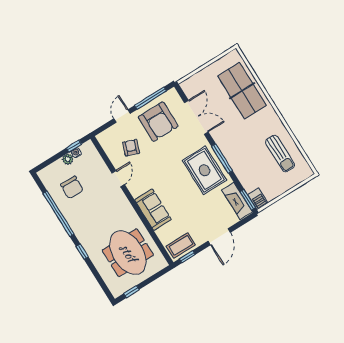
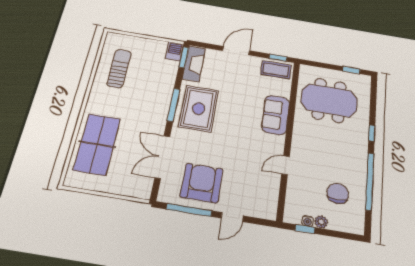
armchair: (131, 148) -> (249, 182), removed
meeting table: (128, 253) -> (329, 100), turned 90

